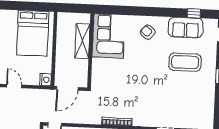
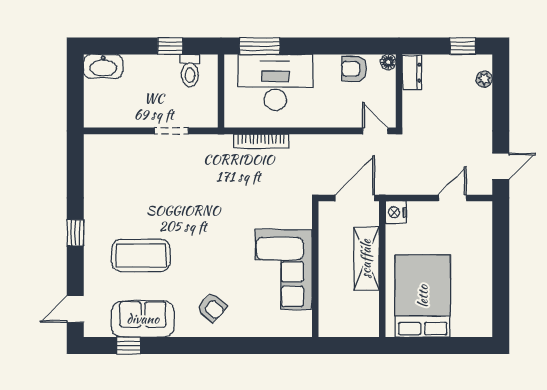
corner sofa: (108, 36) -> (284, 269), moved
shelving: (82, 41) -> (366, 259), moved
door: (14, 86) -> (452, 198), swing flipped

